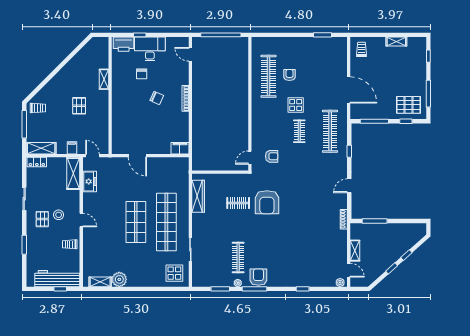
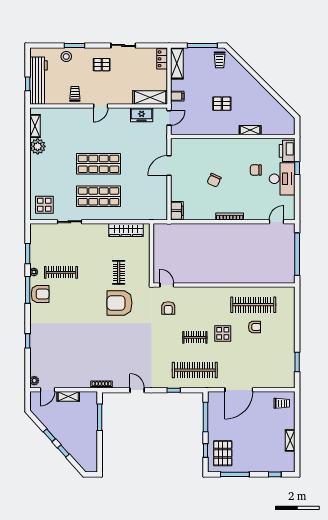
chair: (157, 98) -> (214, 180), moved
stool: (59, 215) -> (66, 56), moved
shop shelf: (166, 222) -> (99, 196), width x0.71

